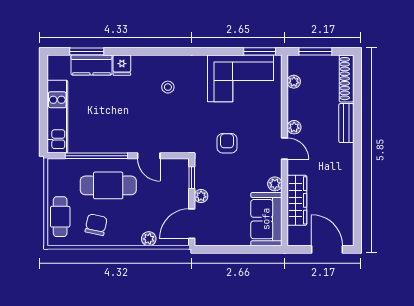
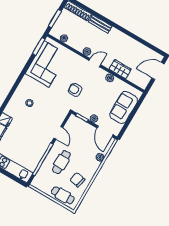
door: (149, 156) -> (58, 133), hinge flipped
cafe table: (108, 185) -> (61, 162), width x0.73, depth x0.74
wardrobe: (297, 200) -> (120, 69), width x0.67
sofa: (266, 219) -> (124, 107), moved, turned 90

